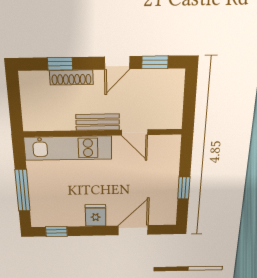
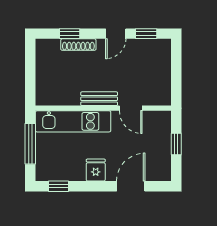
bench: (98, 122) -> (99, 99), moved
door: (135, 132) -> (131, 108), moved
wall: (103, 133) -> (103, 108), moved
kitchen unit: (68, 148) -> (73, 121), moved

